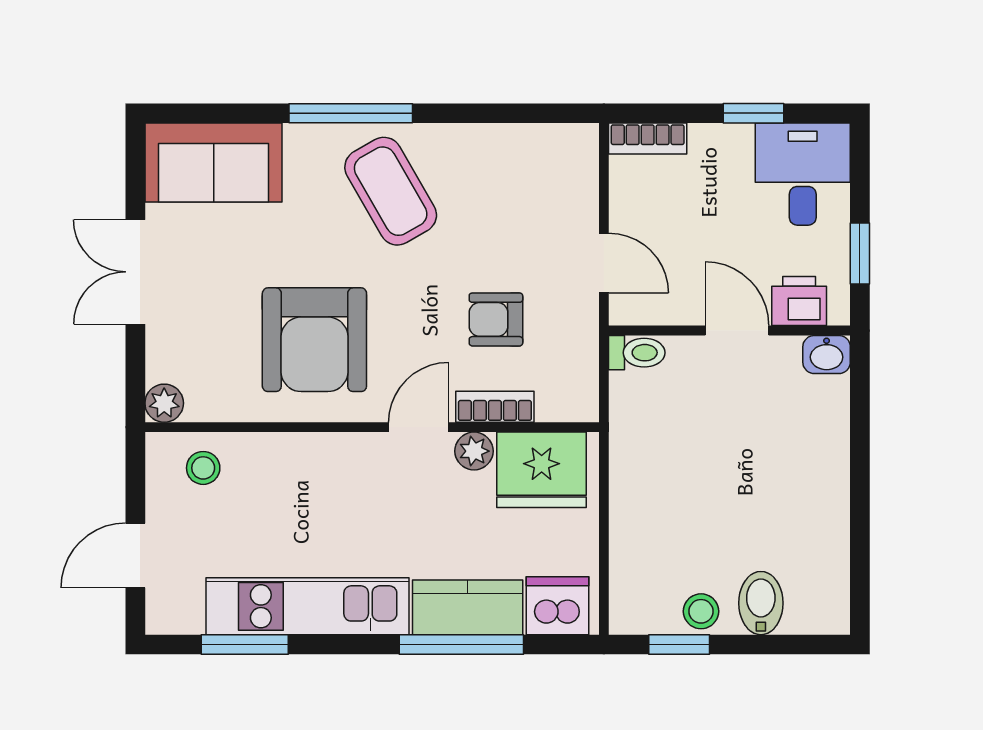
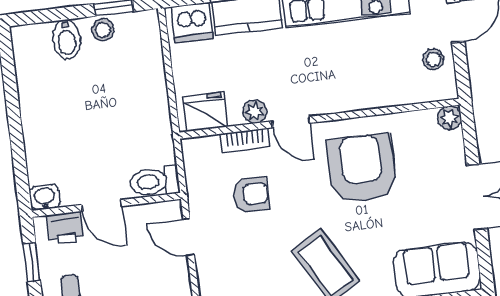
toilet: (637, 353) -> (155, 181), width x1.37, depth x1.39
door: (419, 427) -> (291, 122), hinge flipped
stool: (203, 468) -> (433, 59), moved
fridge: (542, 470) -> (205, 112), width x0.73, depth x0.75

